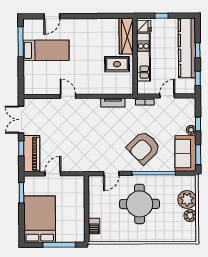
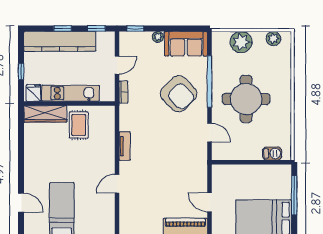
door: (167, 96) -> (117, 65), swing flipped
tv unit: (113, 103) -> (125, 146), moved
window: (198, 124) -> (135, 28), moved
window: (198, 155) -> (187, 28), removed
plant: (190, 216) -> (273, 39), moved

